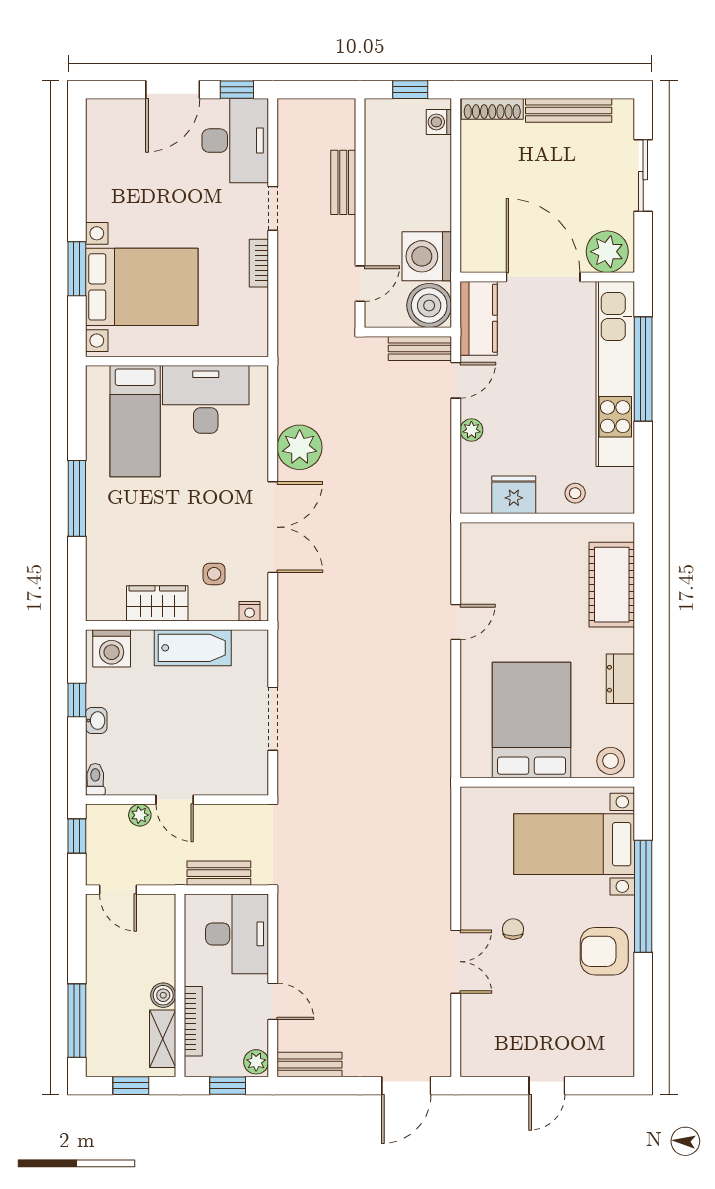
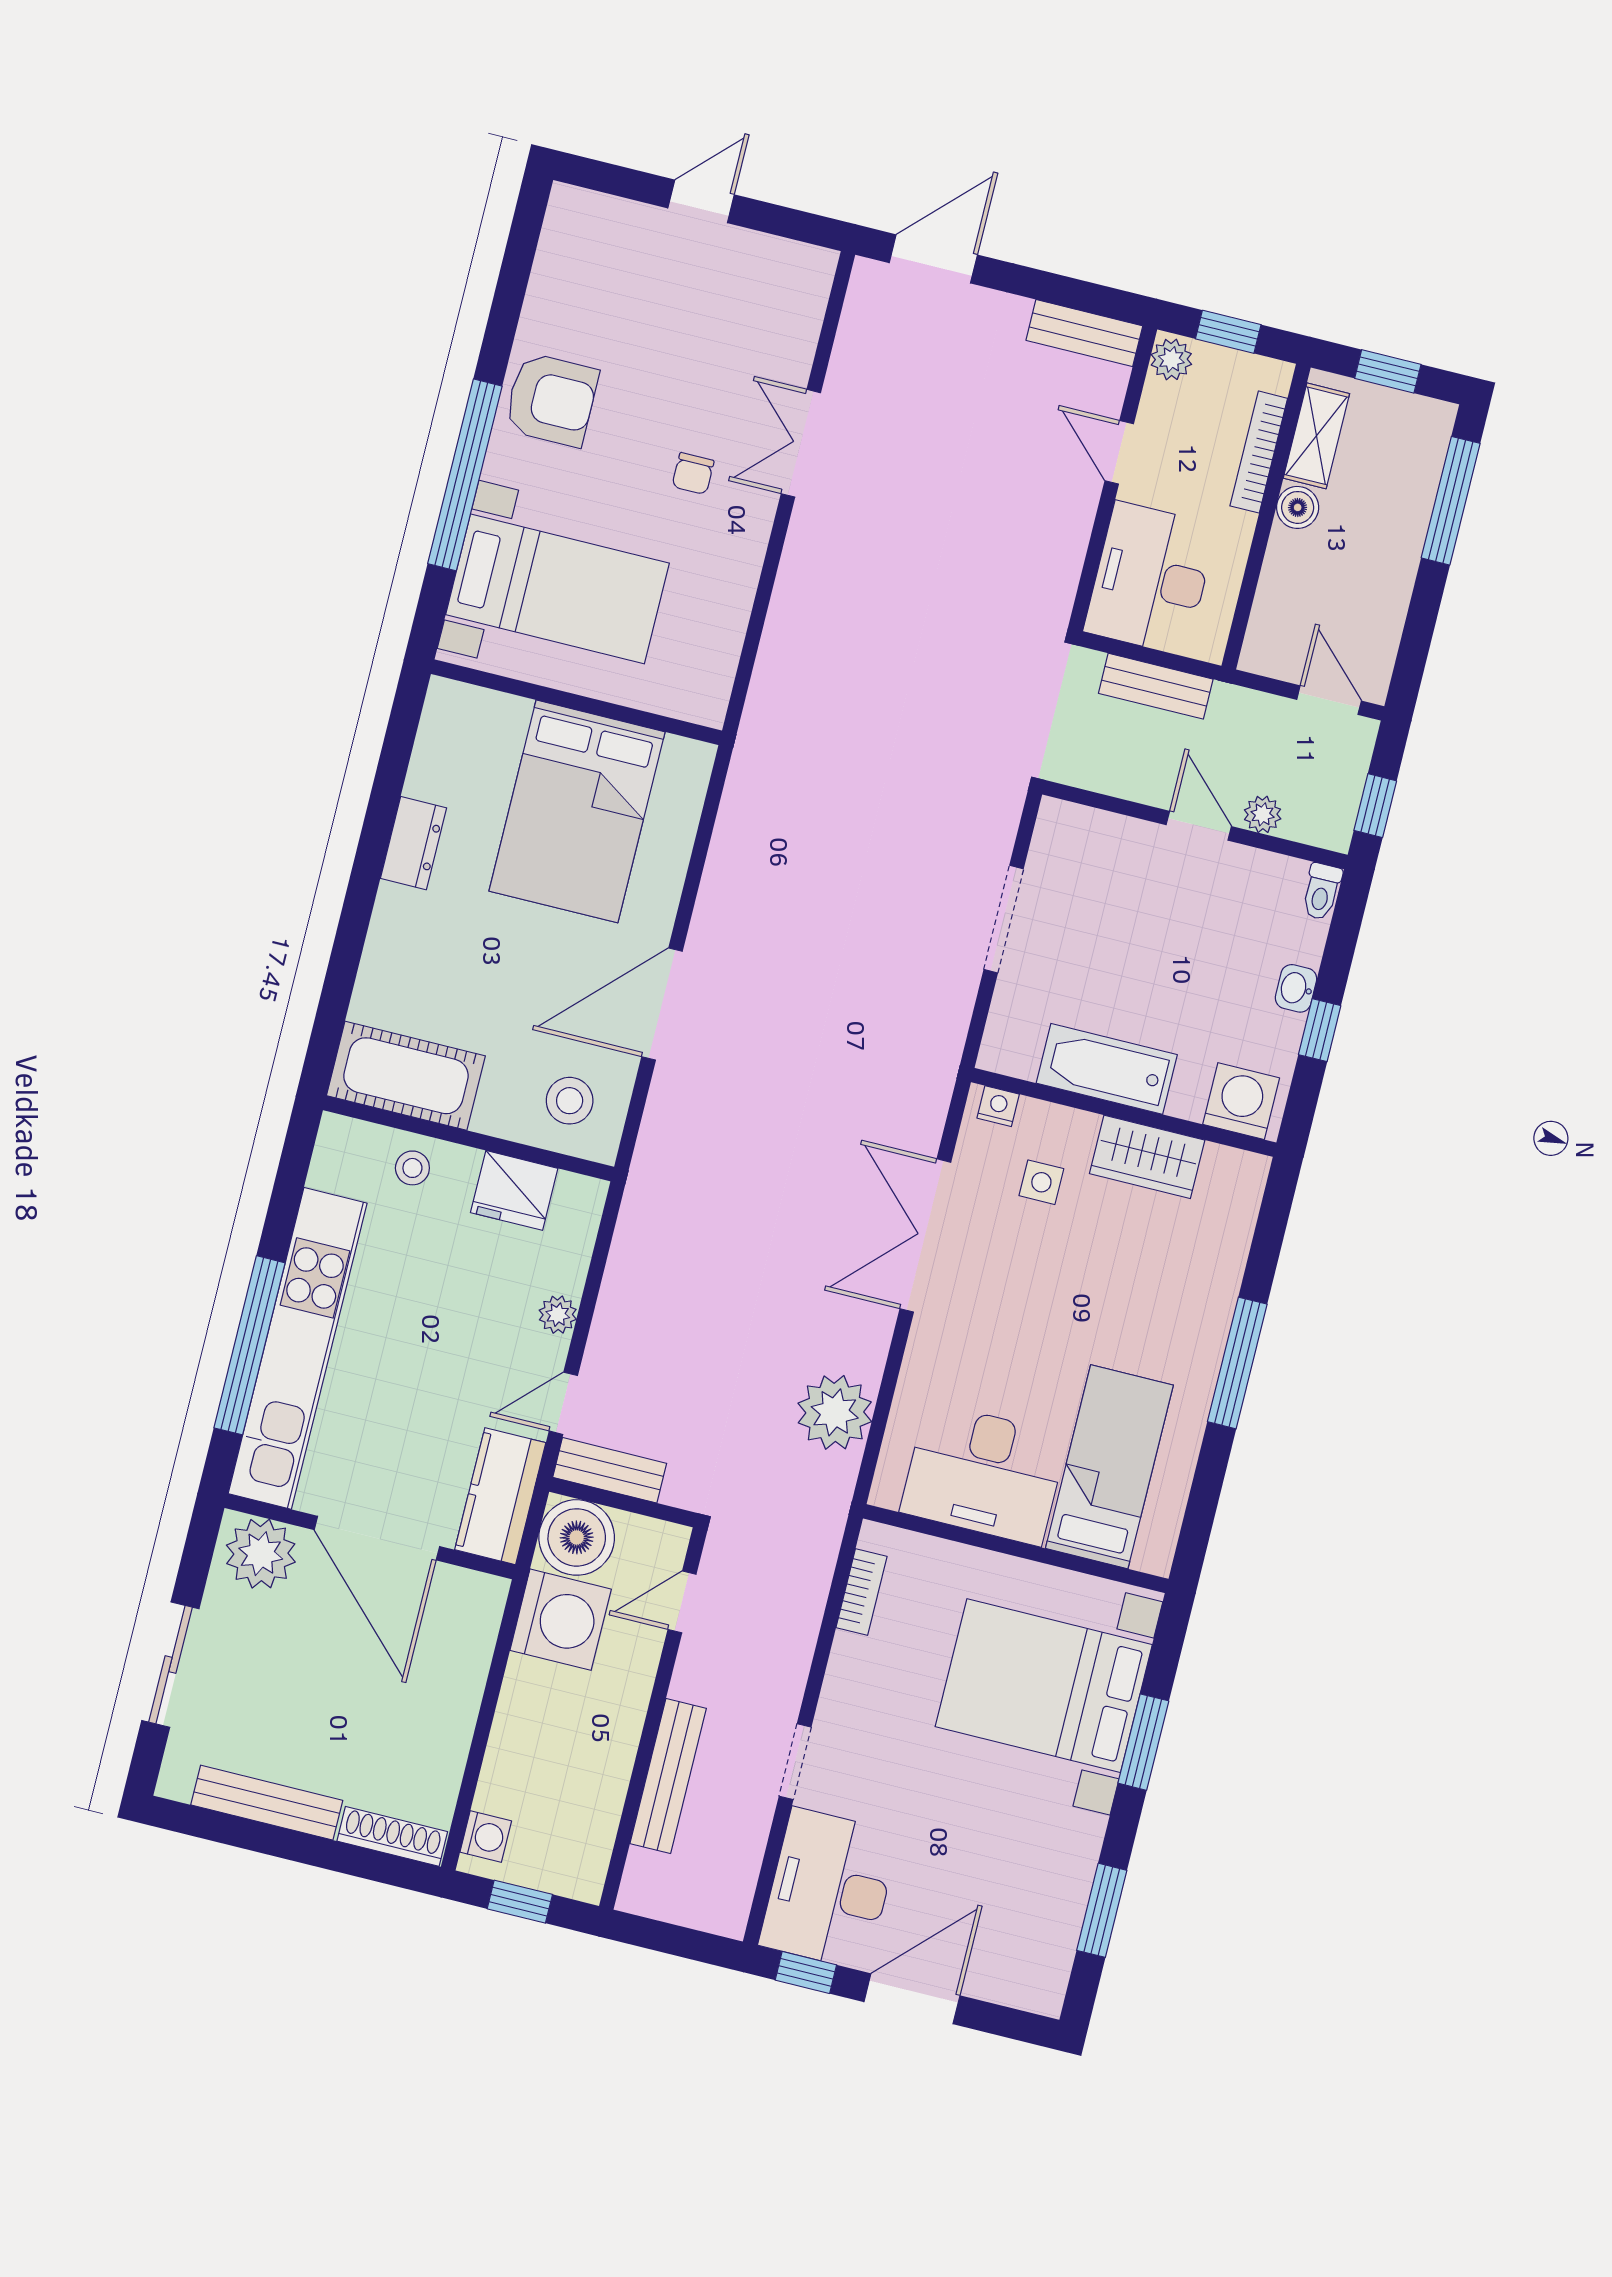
window: (77, 167) -> (1102, 1910), added
bench: (343, 182) -> (668, 1776), width x1.36
bookcase: (259, 263) -> (862, 1592), moved
plant: (300, 447) -> (835, 1412), moved
cot: (612, 585) -> (406, 1076), moved, turned 90
door: (456, 622) -> (662, 1004), width x1.87
stool: (611, 761) -> (570, 1101), moved

